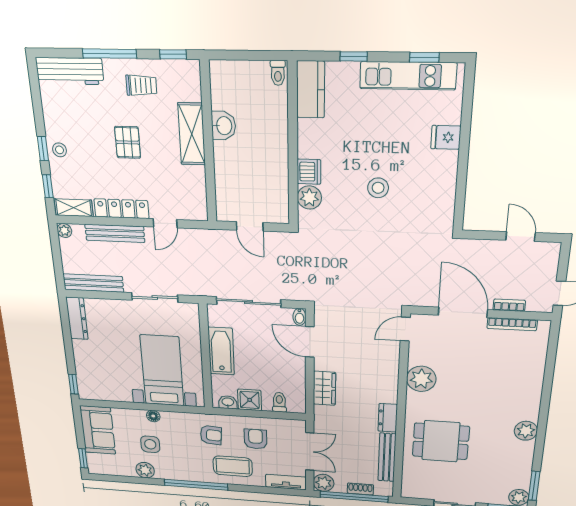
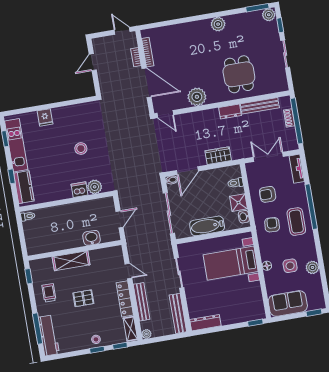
window: (109, 54) -> (38, 329), moved
kitchen counter: (311, 89) -> (24, 187), moved, turned 90
washbasin: (223, 126) -> (92, 238), moved
door: (463, 312) -> (147, 83), swing flipped
coffee table: (233, 466) -> (296, 222), moved
plant: (324, 483) -> (291, 143), removed
window: (196, 485) -> (311, 207), moved

